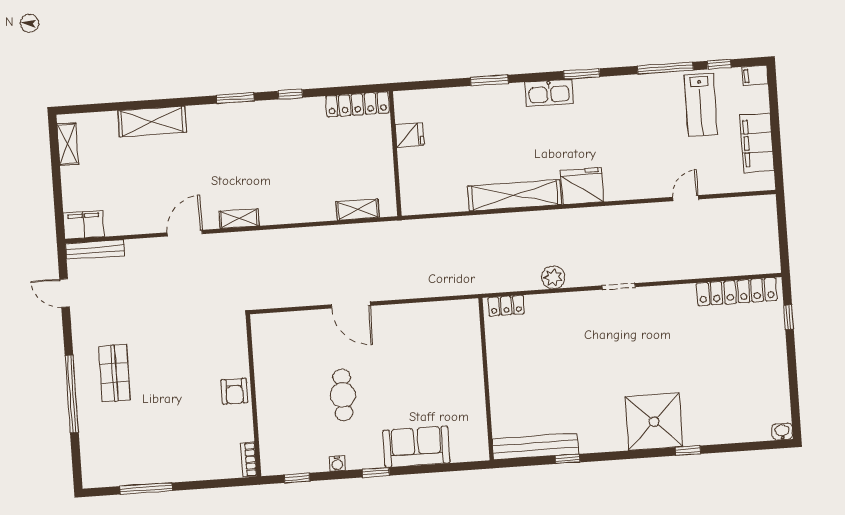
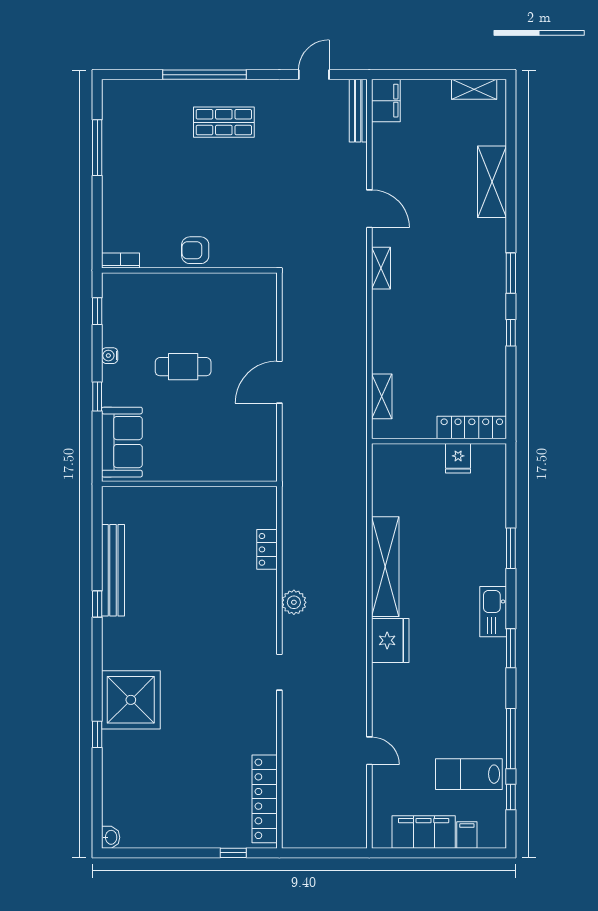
filing cabinet: (755, 76) -> (467, 835), moved
locker: (357, 104) -> (472, 428), moved, turned 90
wall: (486, 379) -> (189, 484), moved

